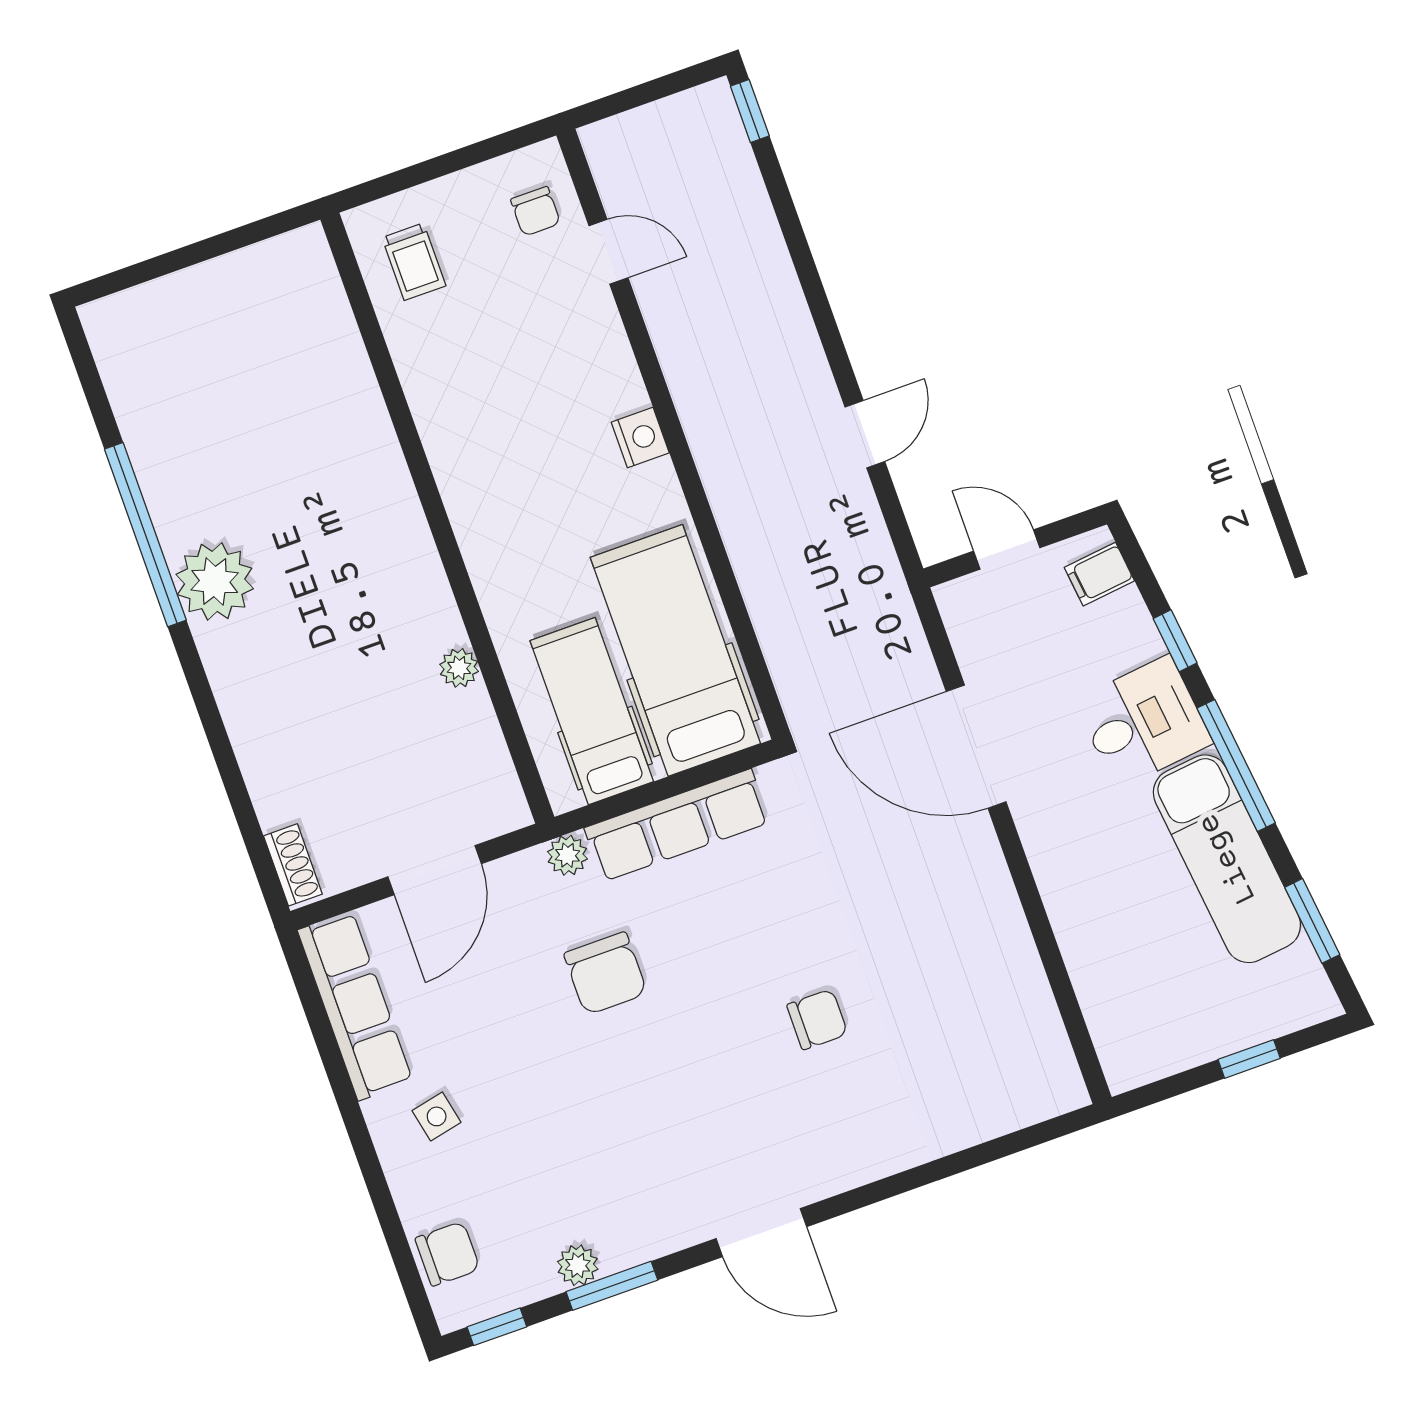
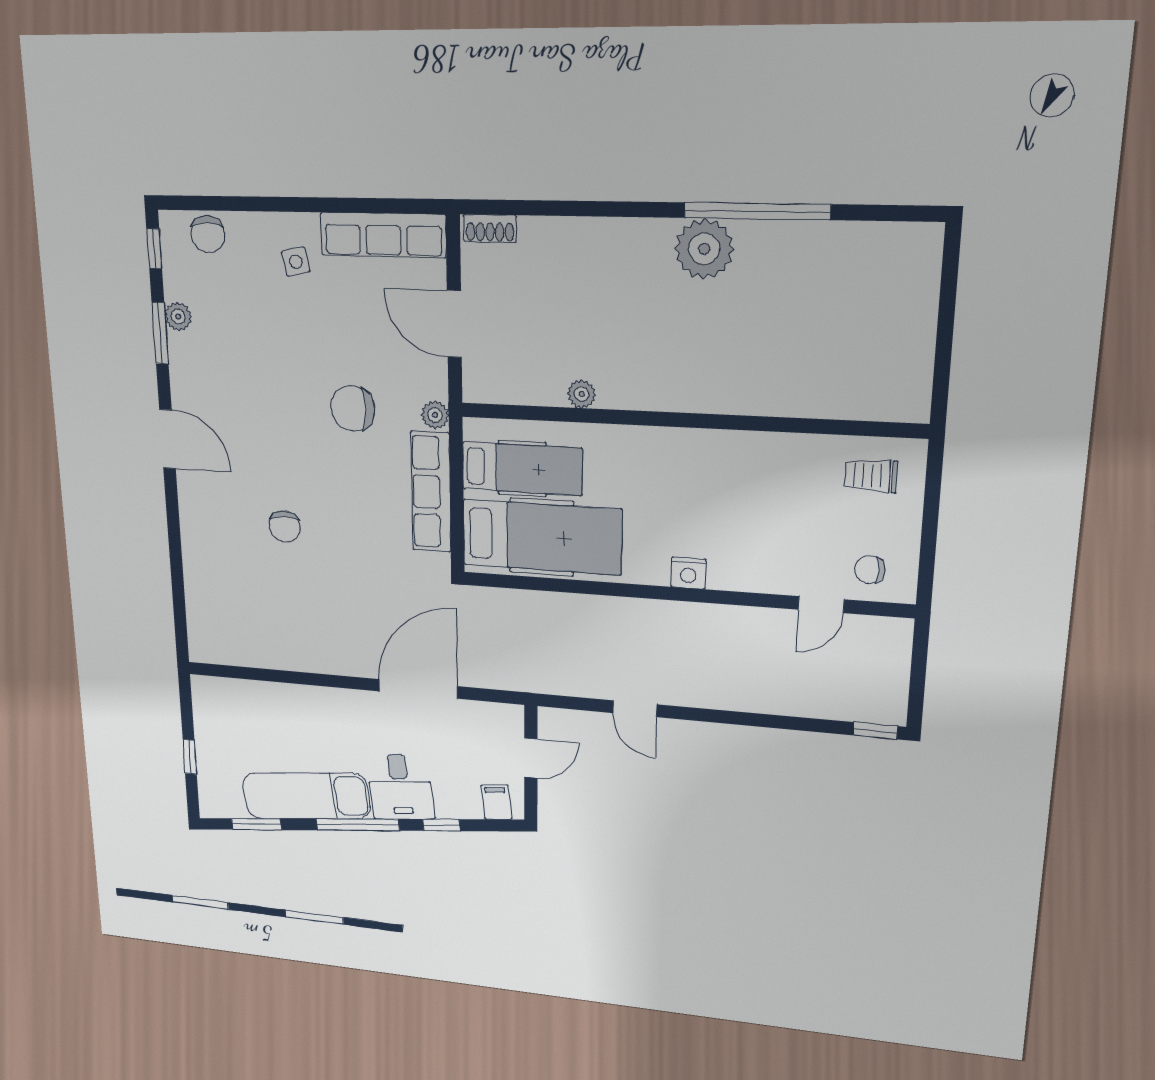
door: (761, 1233) -> (168, 439), swing flipped

